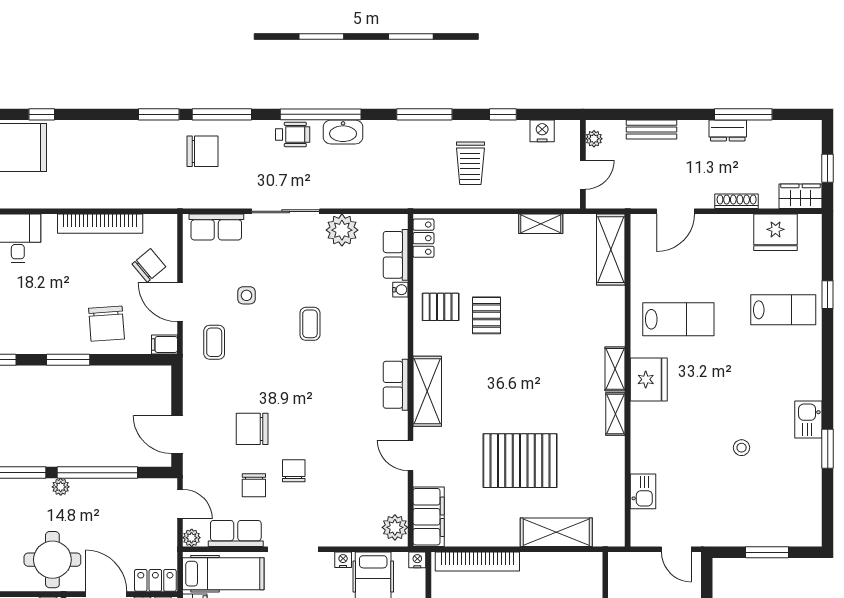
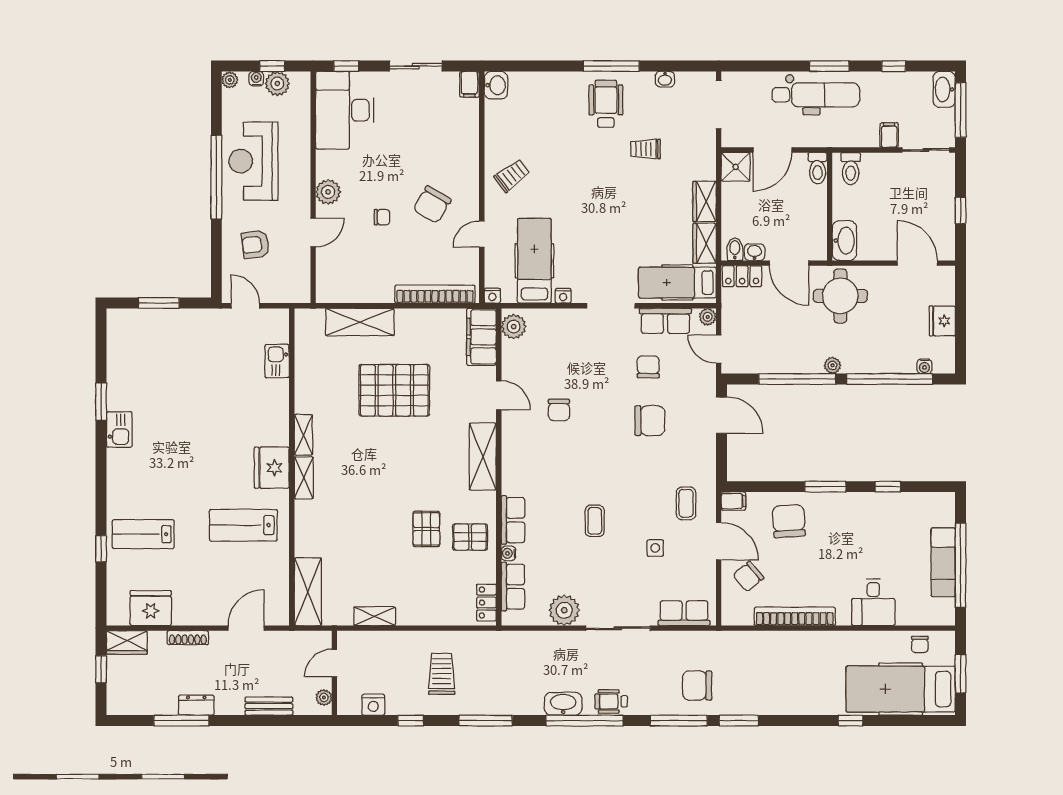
row of seats: (396, 385) -> (513, 520), moved
stool: (742, 448) -> (183, 403), removed
chair: (294, 471) -> (559, 410), moved

